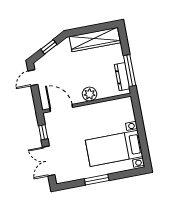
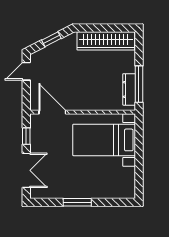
plant: (90, 94) -> (88, 102), removed
bed with nightstands: (114, 148) -> (104, 140), moved
double door: (49, 161) -> (26, 170), swing flipped

